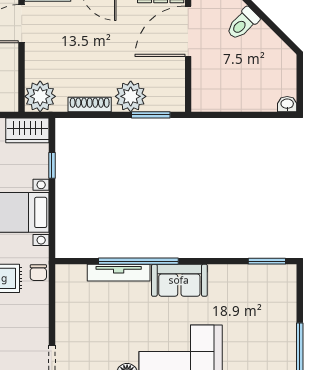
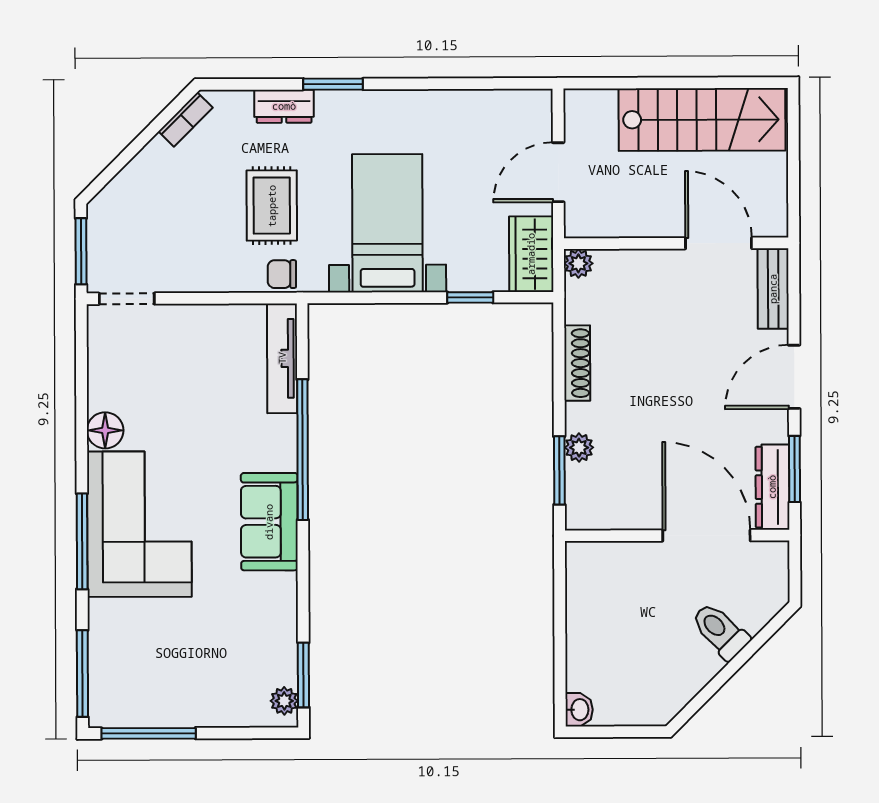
plant: (40, 96) -> (578, 263), width x0.53, depth x0.53
plant: (131, 96) -> (579, 448), width x0.53, depth x0.53
plant: (282, 272) -> (284, 701), added
tv unit: (119, 273) -> (282, 358), moved

